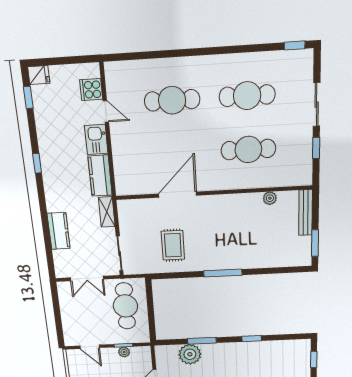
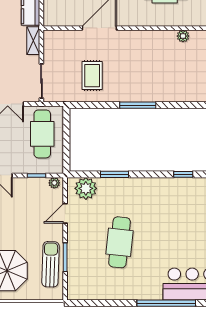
window: (252, 339) -> (183, 174), moved
plant: (124, 352) -> (54, 183), moved
plant: (190, 354) -> (86, 188), moved

